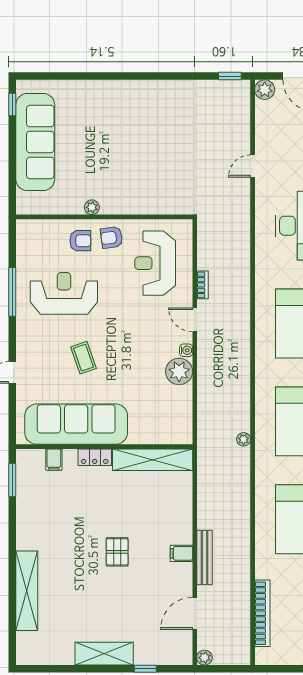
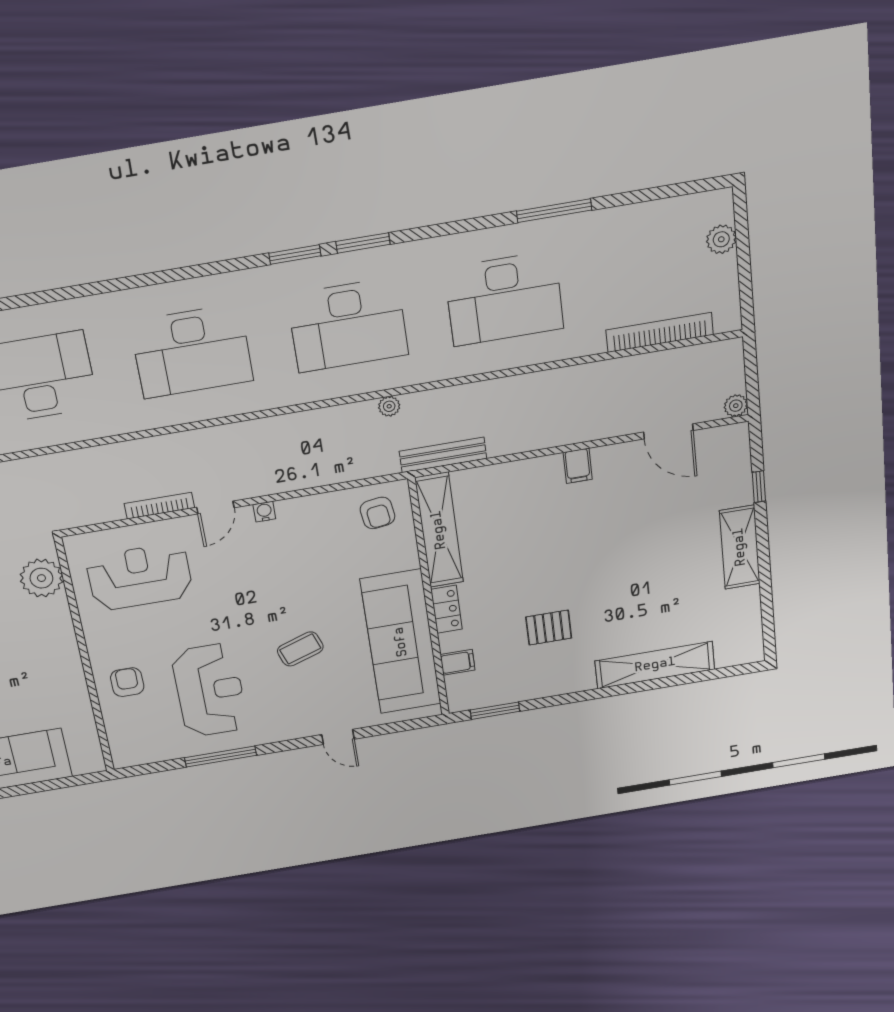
plant: (92, 207) -> (41, 578), moved, width x1.87, depth x1.87
armchair: (111, 237) -> (378, 513), moved
reception desk: (155, 263) -> (140, 577), turned 180
bookcase: (202, 285) -> (159, 506), width x1.56
reception desk: (64, 293) -> (210, 690), turned 180
plant: (179, 371) -> (299, 516), removed
pallet: (117, 552) -> (549, 628), moved
bench: (205, 557) -> (443, 455), moved

